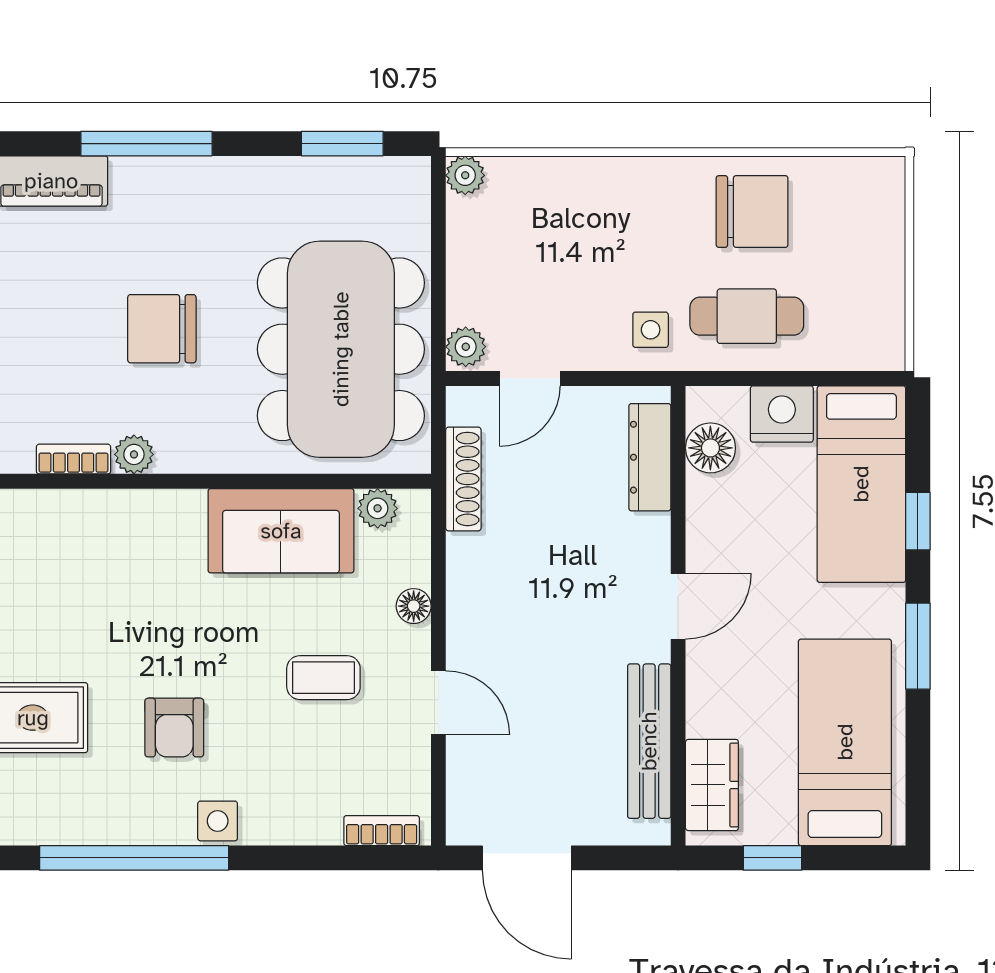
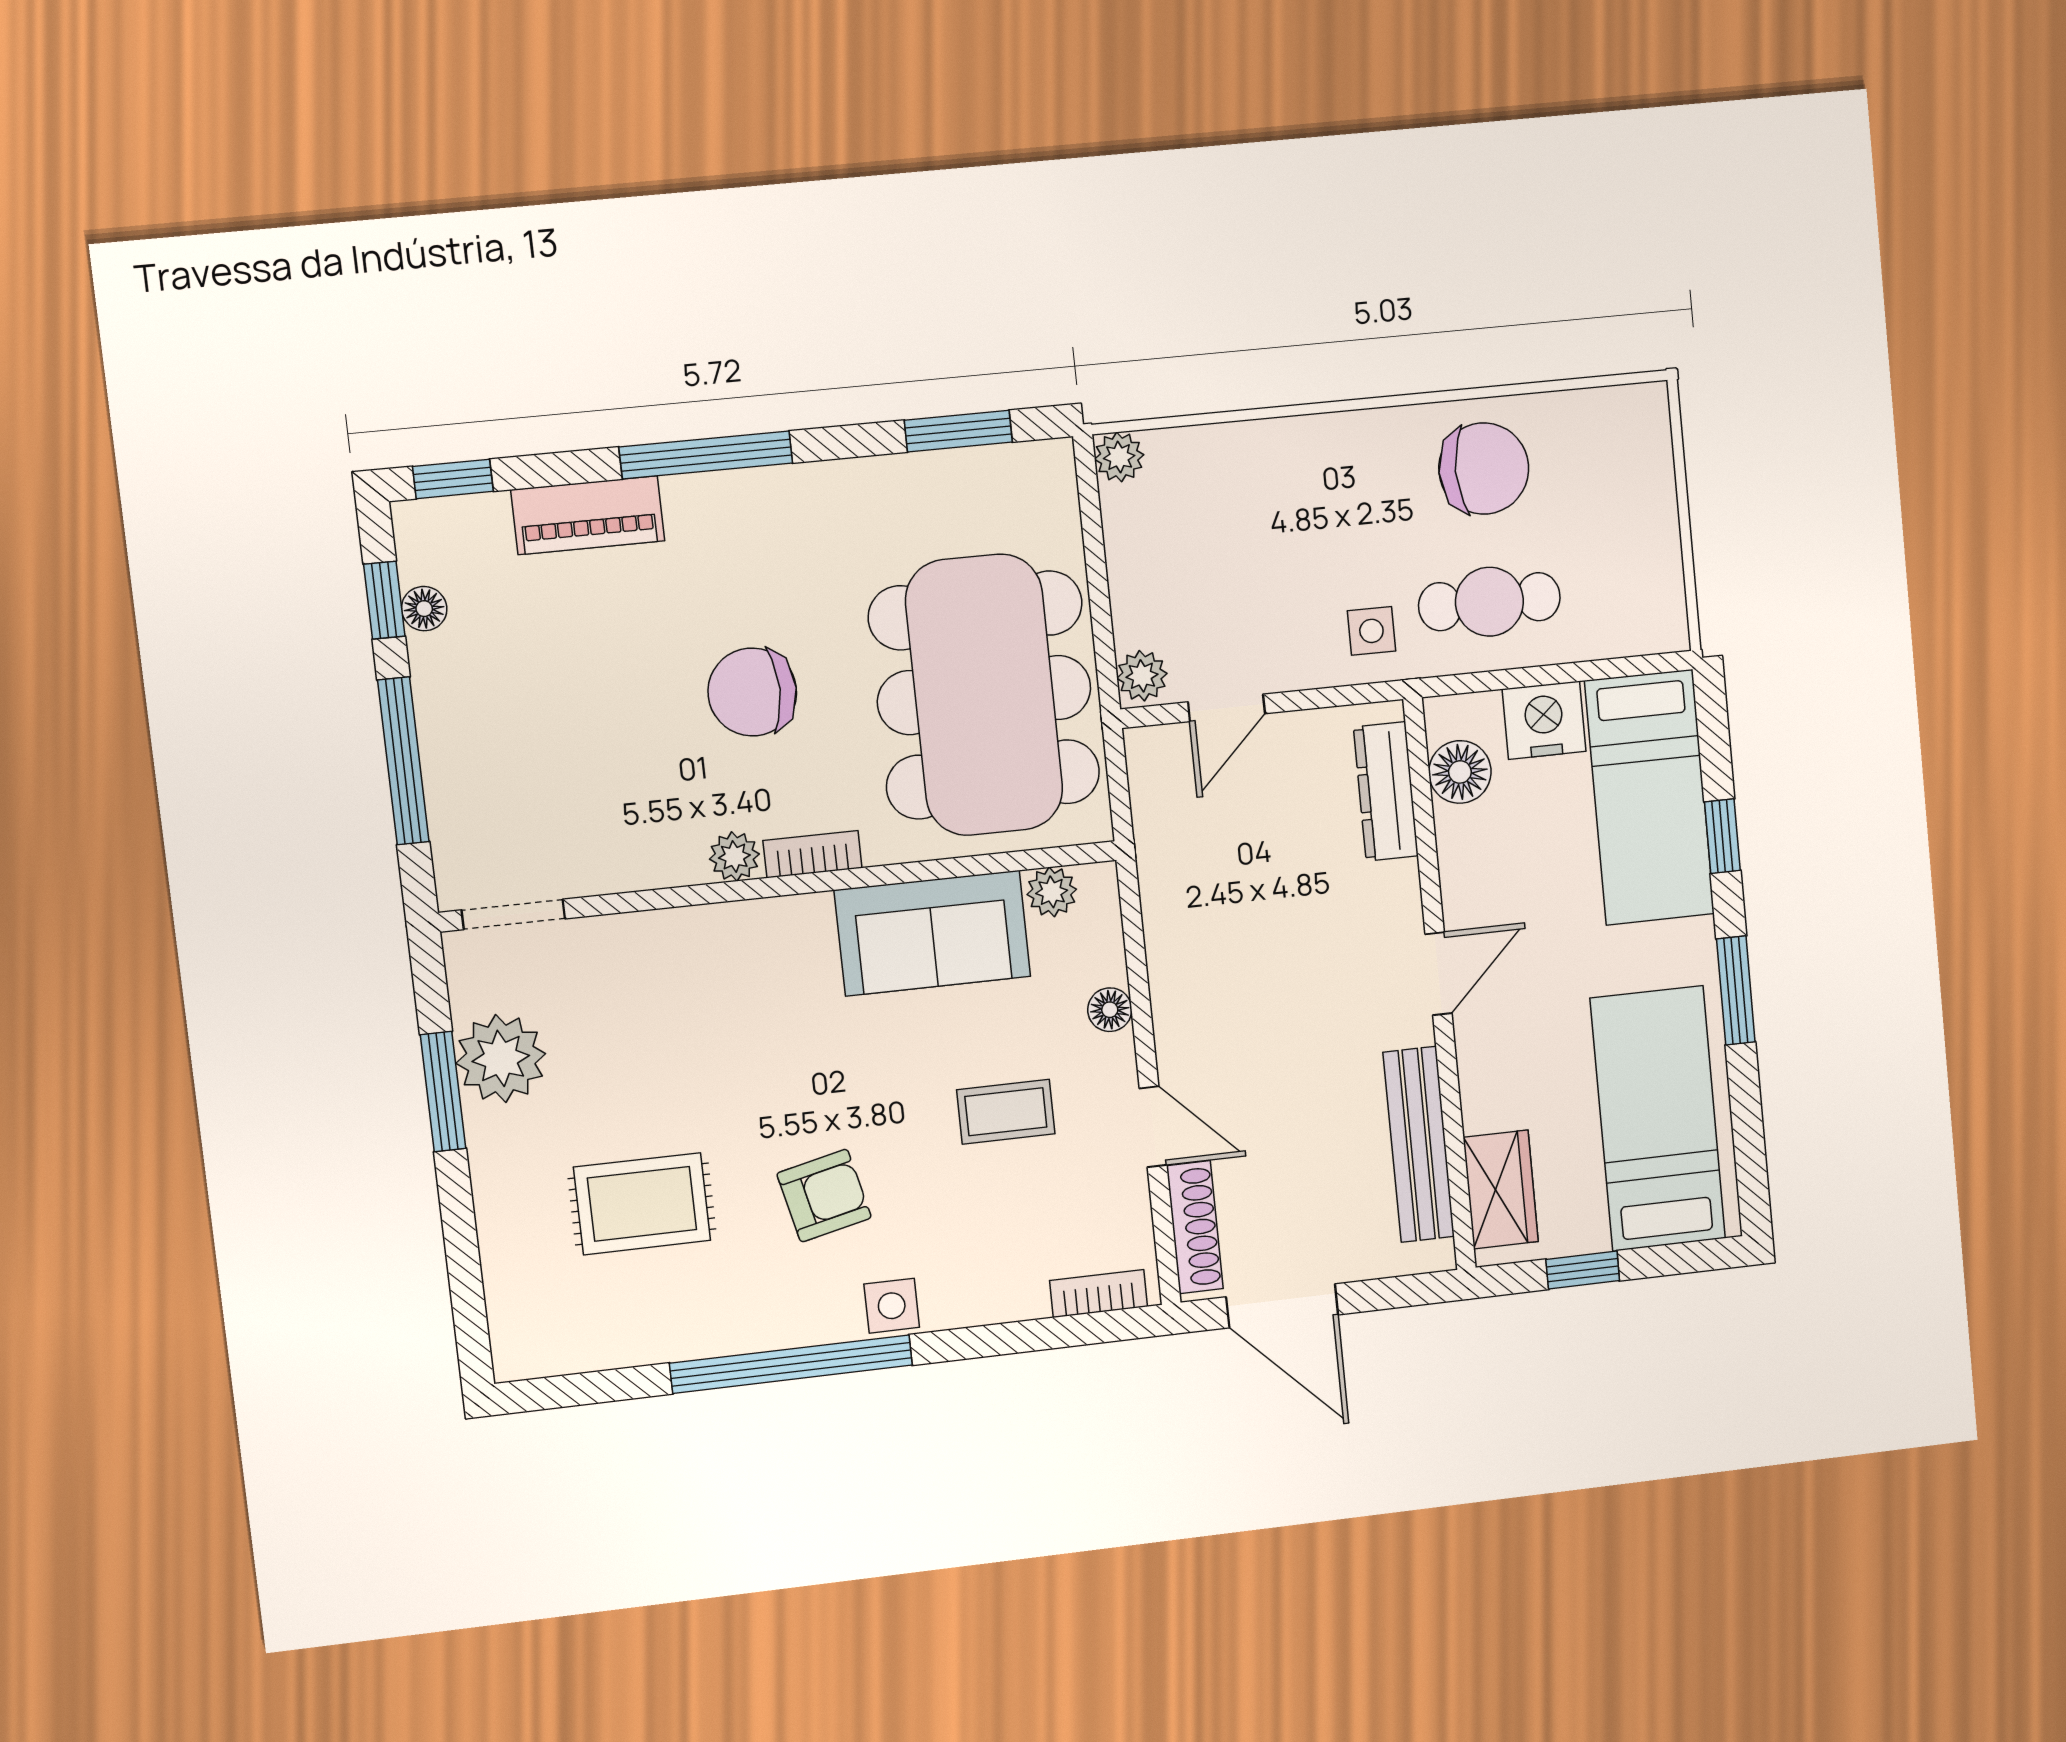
bookcase: (74, 459) -> (812, 854), moved
shoe rack: (463, 479) -> (1195, 1227), moved
armchair: (174, 728) -> (824, 1196), turned -103

